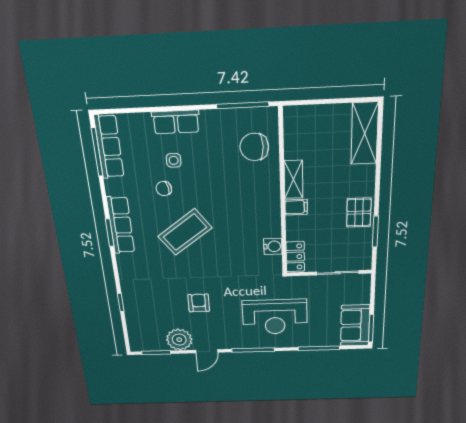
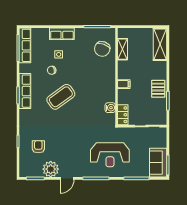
chair: (254, 147) -> (102, 49), turned -69
shelving: (293, 179) -> (123, 49), moved
armchair: (199, 303) -> (38, 147), moved

